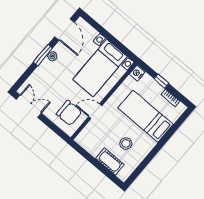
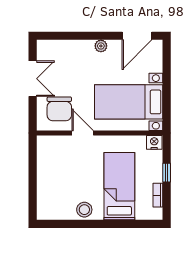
window: (43, 55) -> (94, 36), removed
double door: (29, 106) -> (33, 79), moved
stool: (126, 143) -> (84, 210), moved
cot: (110, 162) -> (46, 189), removed

